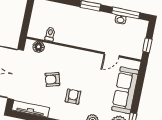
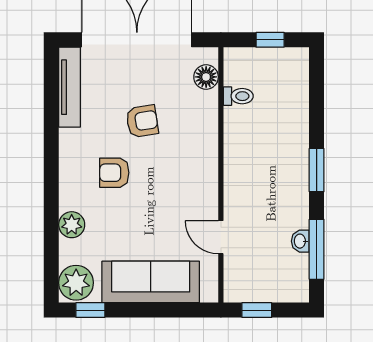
window: (28, 15) -> (270, 40), added
armchair: (52, 79) -> (142, 121), turned 97
armchair: (73, 97) -> (114, 173), turned 180

